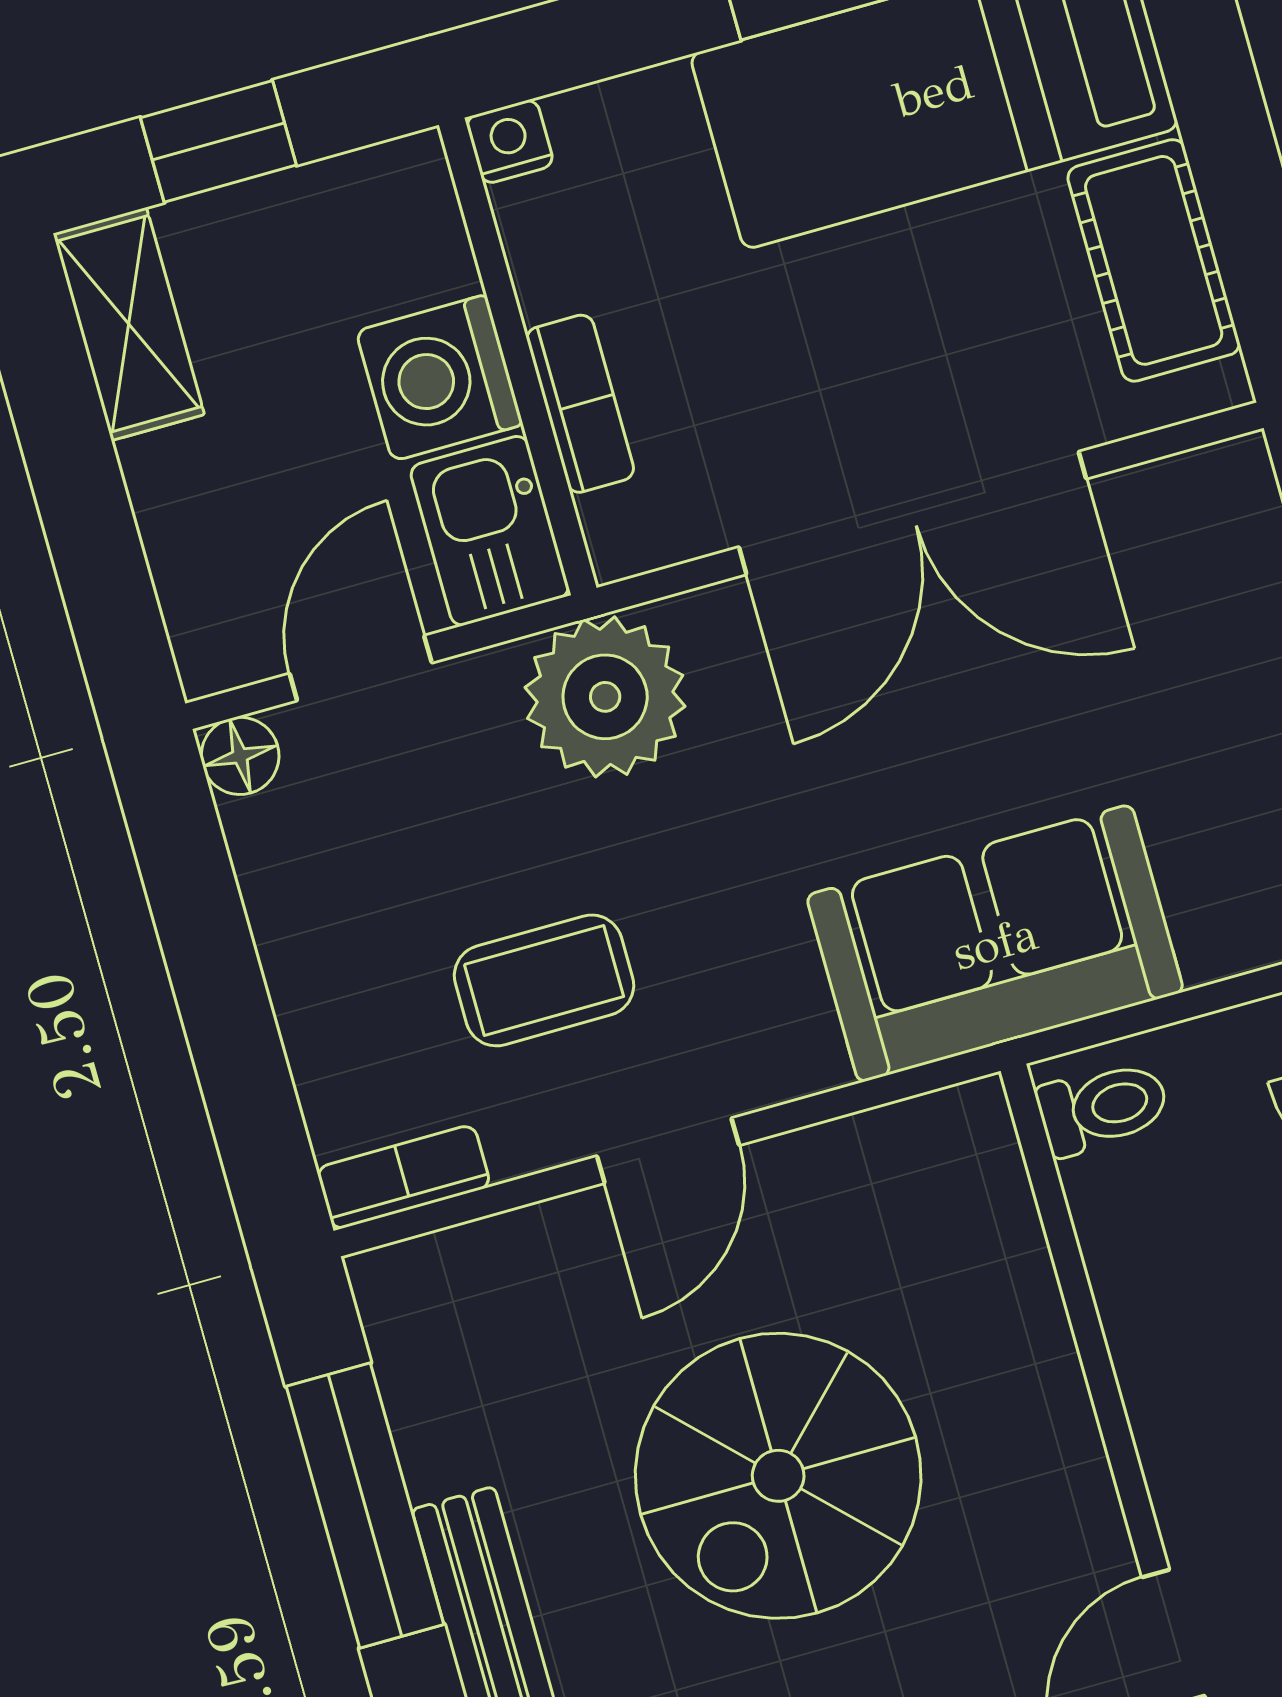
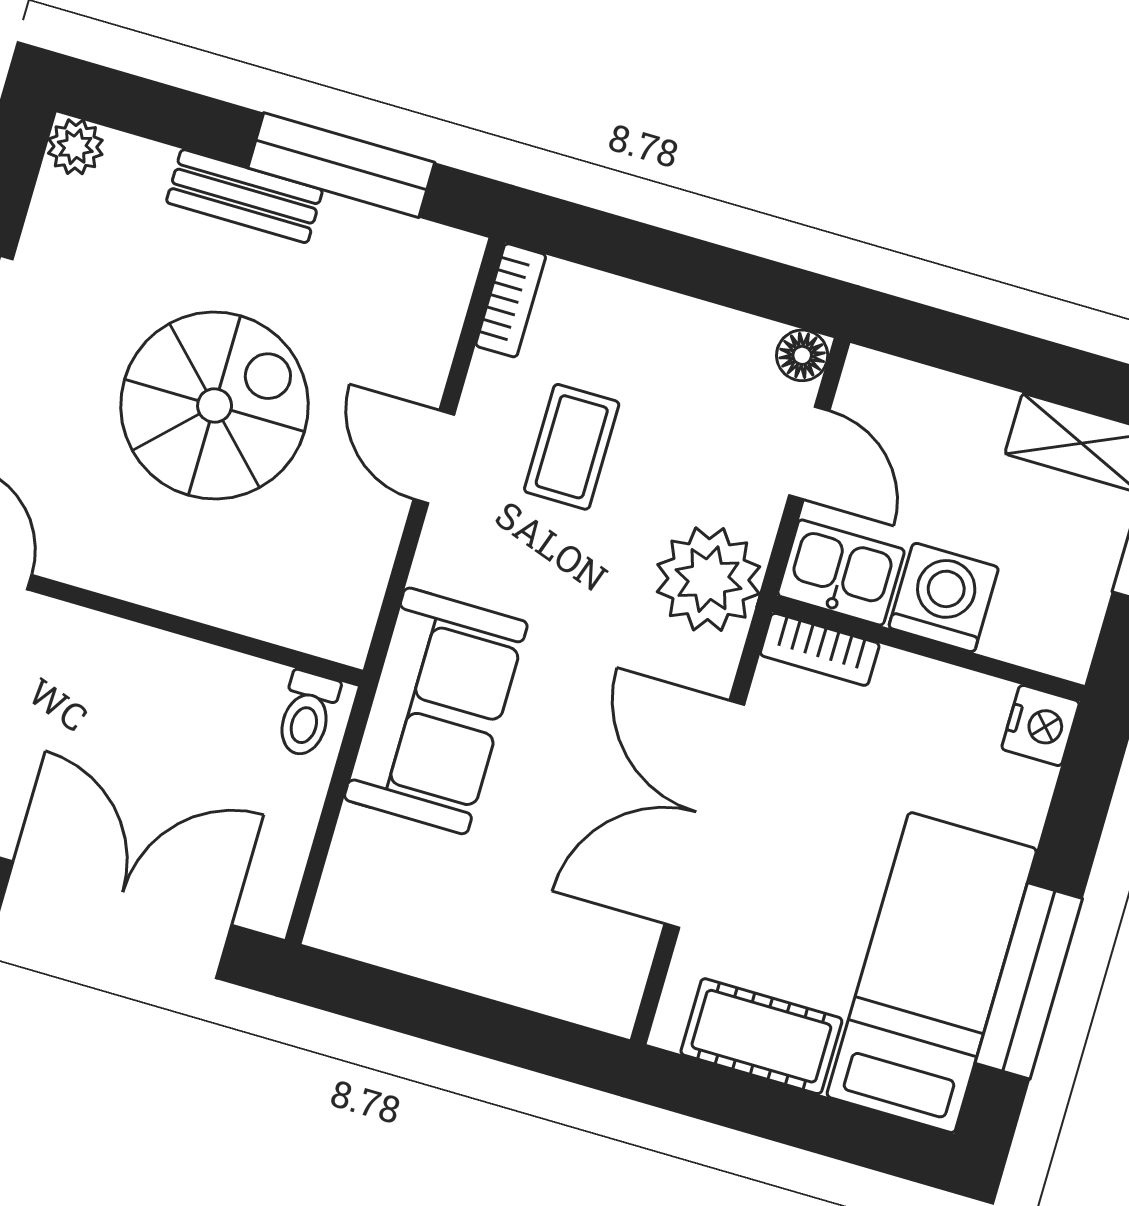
nightstand: (510, 142) -> (1040, 725), width x1.39, depth x1.35
bookcase: (580, 404) -> (820, 649), moved
spiral stairs: (778, 1476) -> (215, 406), turned 90

